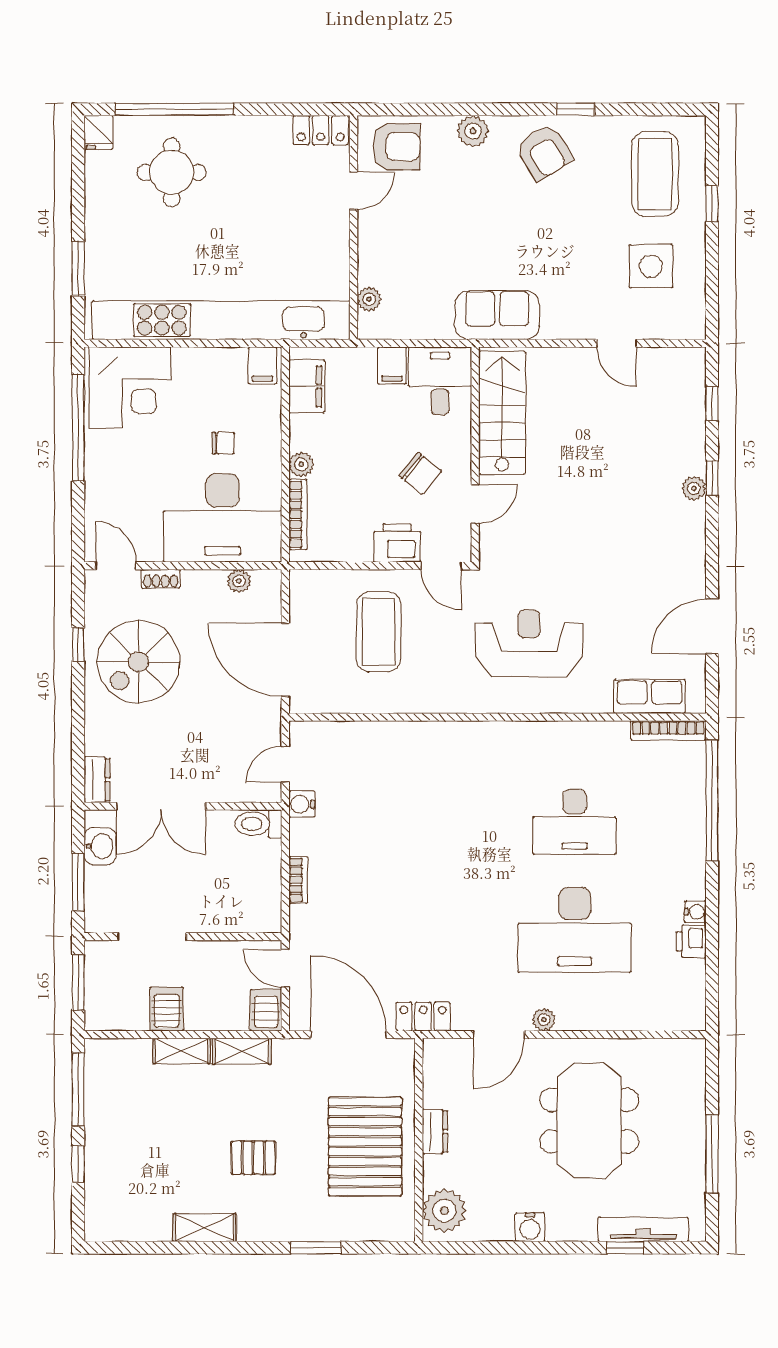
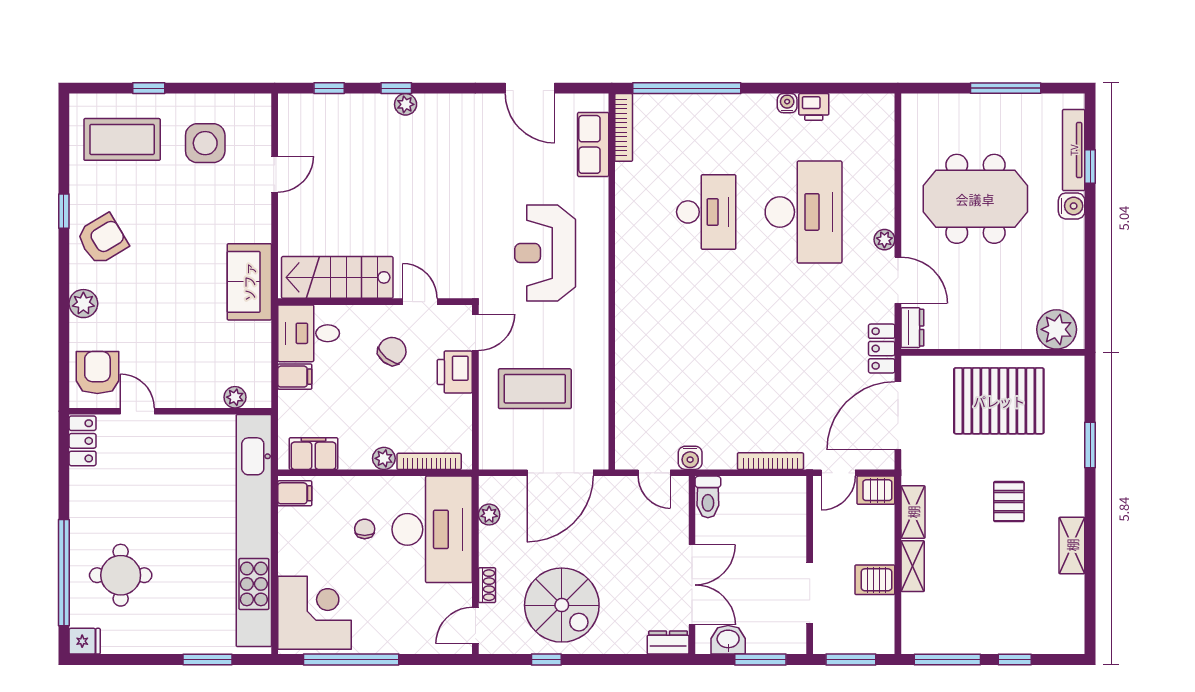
bookcase: (298, 880) -> (770, 461), width x1.56
dresser: (435, 1131) -> (912, 328), moved, turned 90
water cooler: (530, 1227) -> (1072, 206), moved

